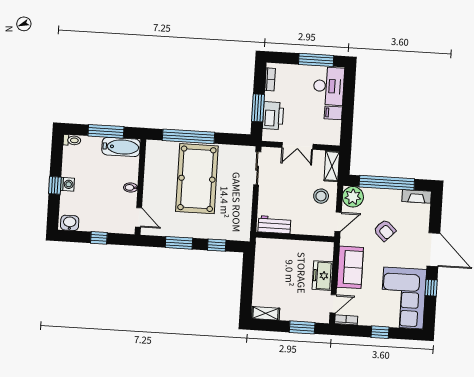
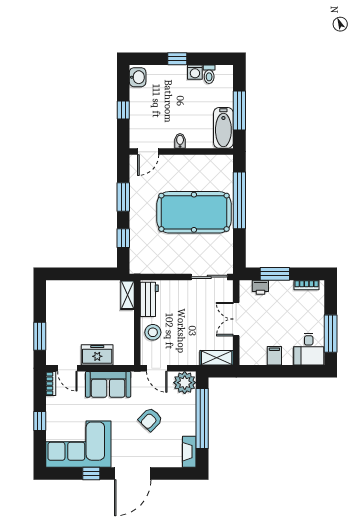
desk: (329, 86) -> (309, 349), width x0.73
printer: (273, 116) -> (260, 287), width x0.53, depth x0.68
toilet: (72, 140) -> (209, 74), moved
washing machine: (67, 184) -> (195, 72), moved
stool: (321, 196) -> (153, 332), moved
shelving: (266, 313) -> (127, 295), moved

